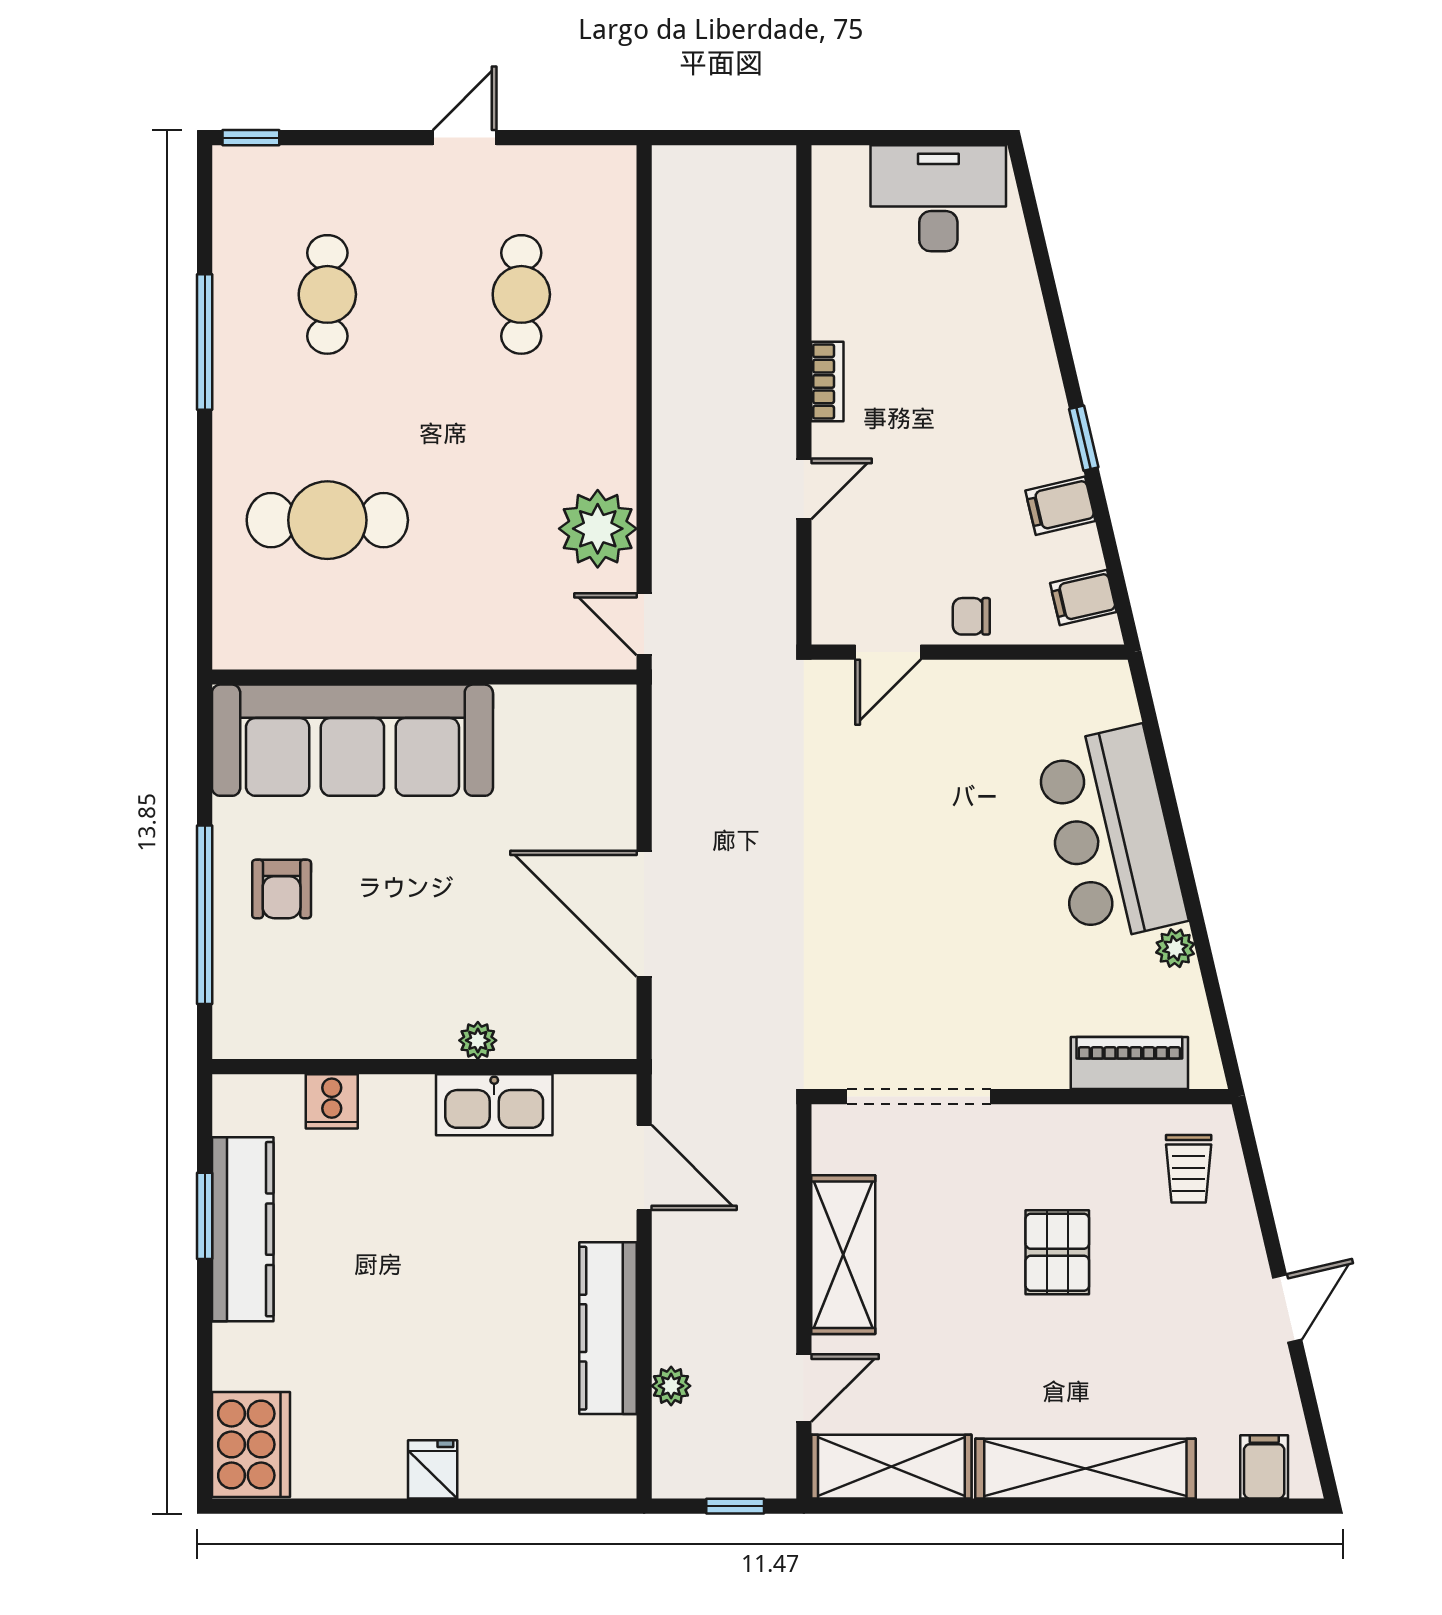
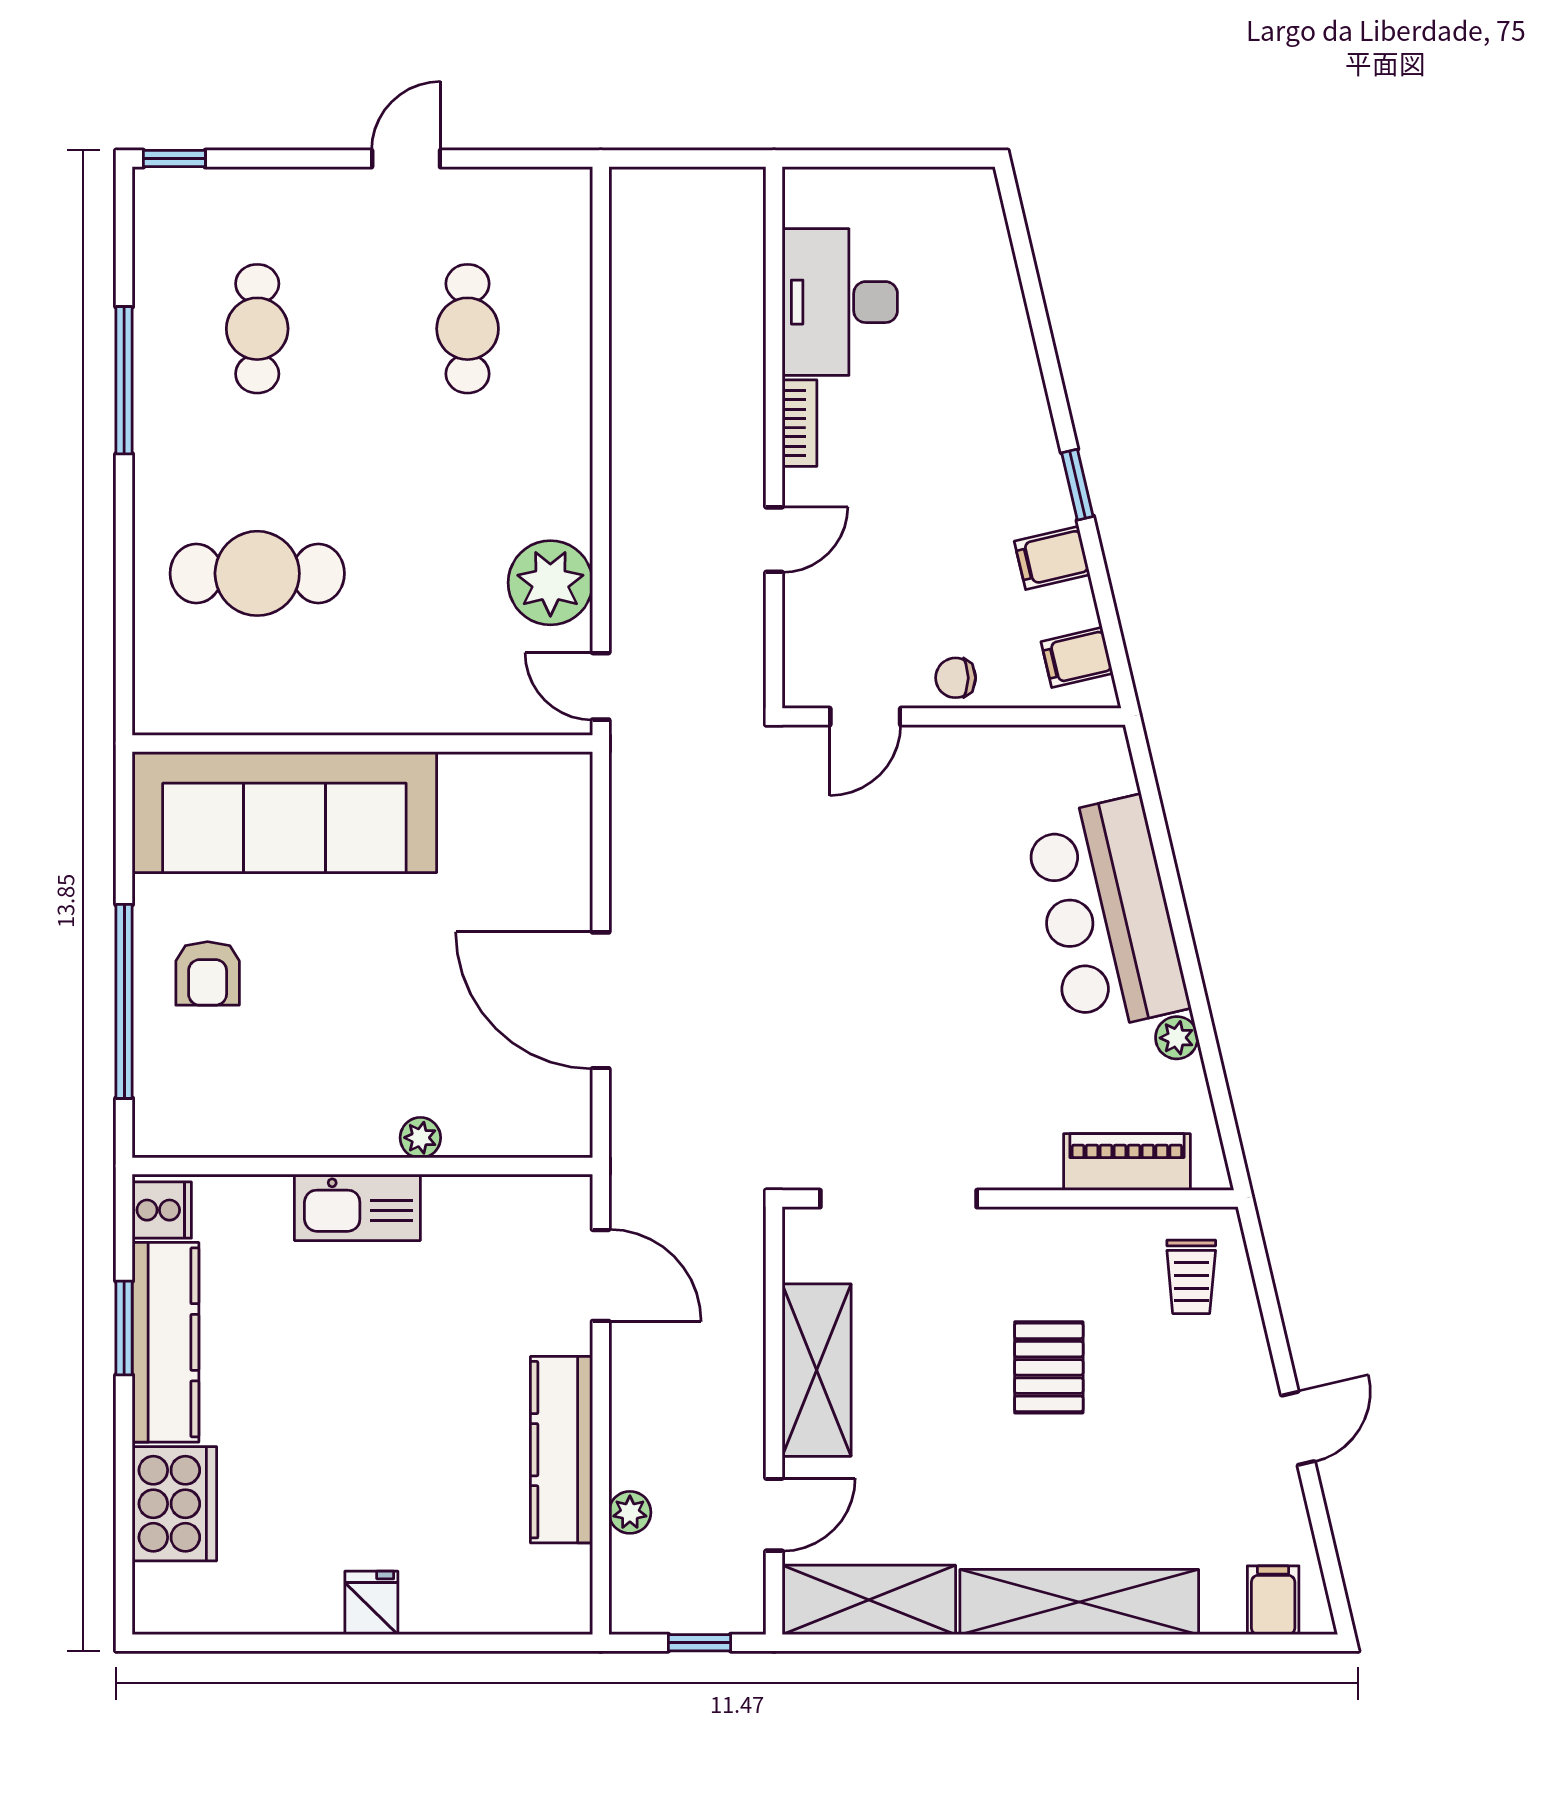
desk: (938, 198) -> (840, 302), moved, turned -90
cooker: (332, 1101) -> (162, 1210), moved, turned -90
kitchen sink: (494, 1105) -> (357, 1207), moved
cooker: (251, 1444) -> (174, 1504), moved

